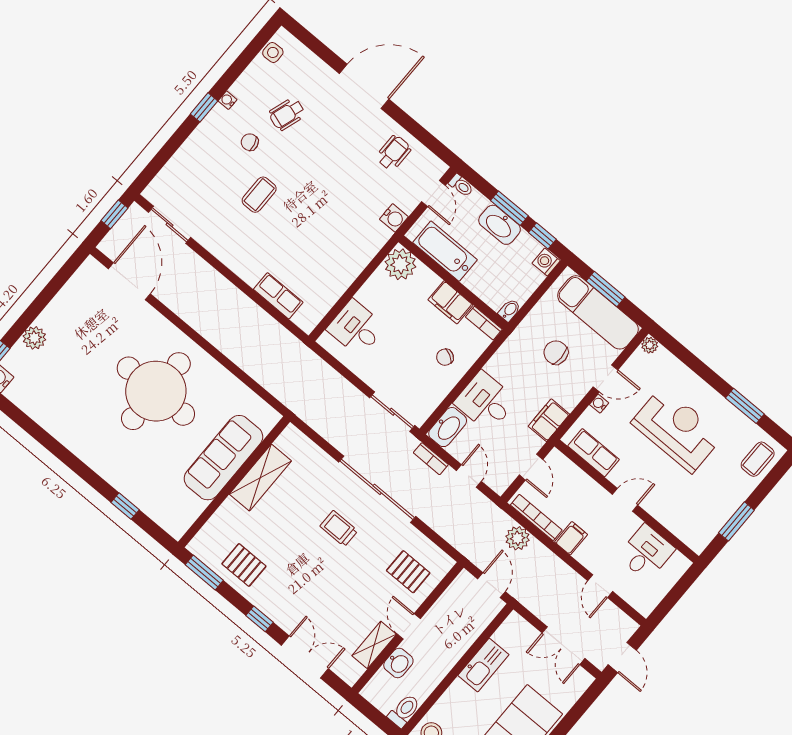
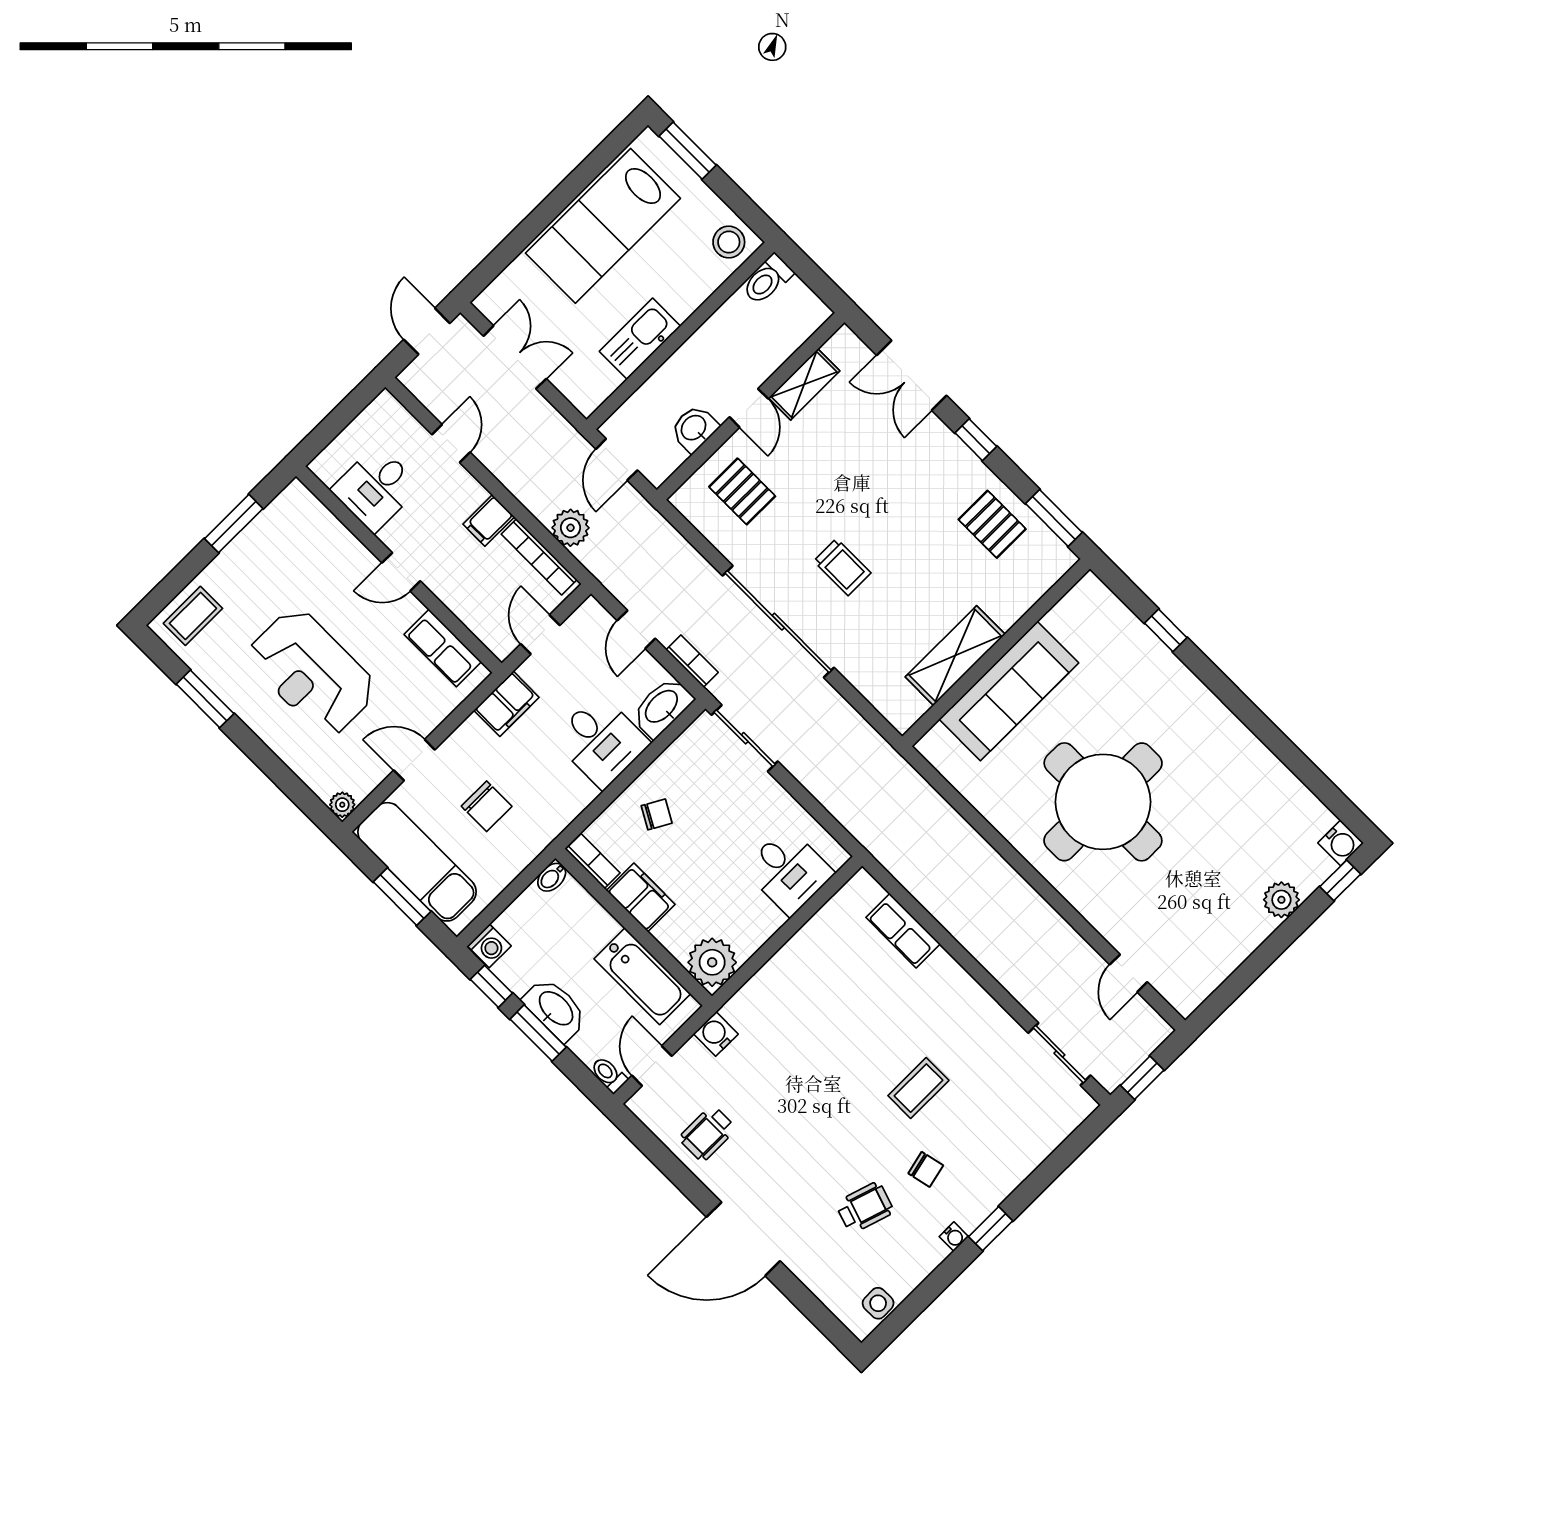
door: (129, 281) -> (1129, 973), width x0.53
water cooler: (599, 404) -> (428, 722), removed
washbasin: (398, 663) -> (694, 428), moved

